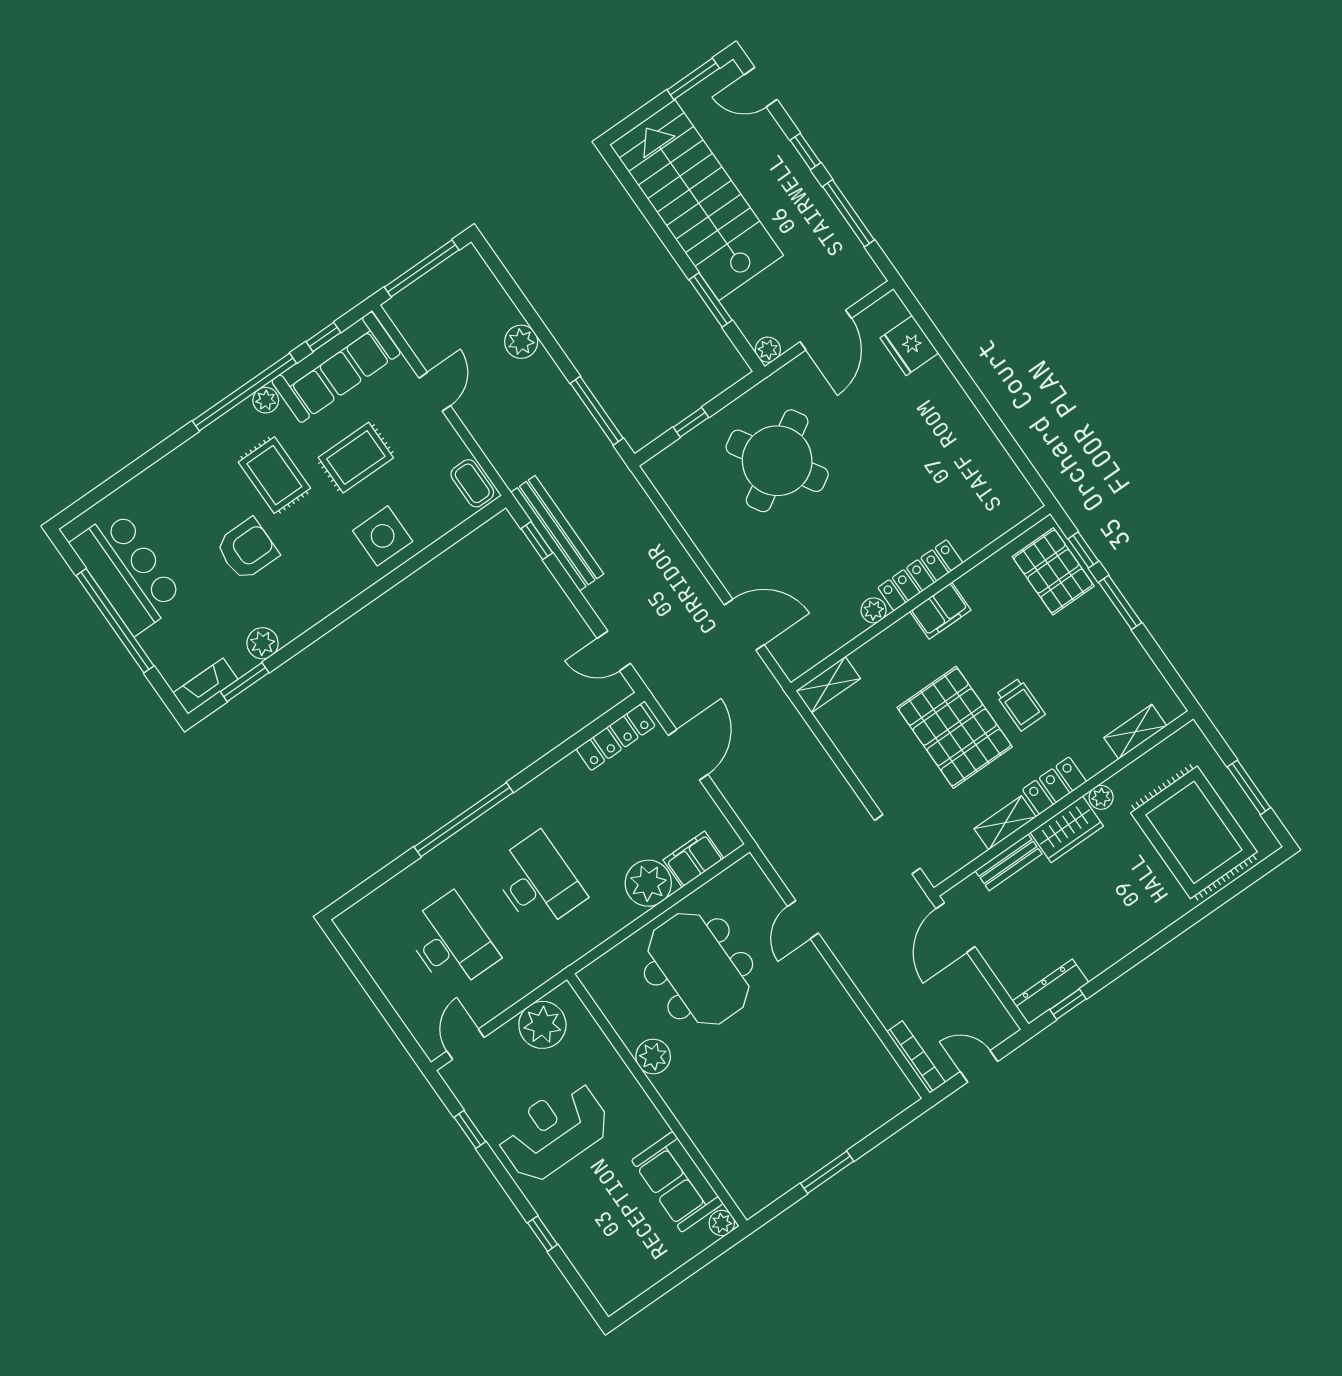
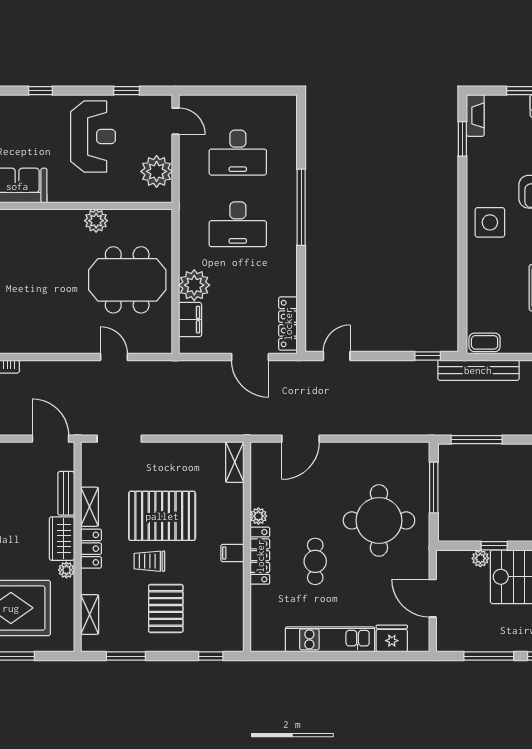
window: (711, 300) -> (494, 546), width x0.67
plant: (768, 350) -> (480, 558), moved
kitchen unit: (963, 420) -> (330, 639), added
window: (691, 422) -> (434, 488), width x2.17
round table: (777, 461) -> (379, 520), turned 31
cafe table: (881, 503) -> (315, 561), added
bench: (557, 533) -> (478, 370), moved
side table: (383, 536) -> (490, 222), moved
pallet: (1053, 571) -> (166, 608), moved, turned 90
window: (1120, 603) -> (126, 656), moved
filing cabinet: (940, 611) -> (232, 553), width x0.50
plant: (263, 643) -> (477, 164), removed

